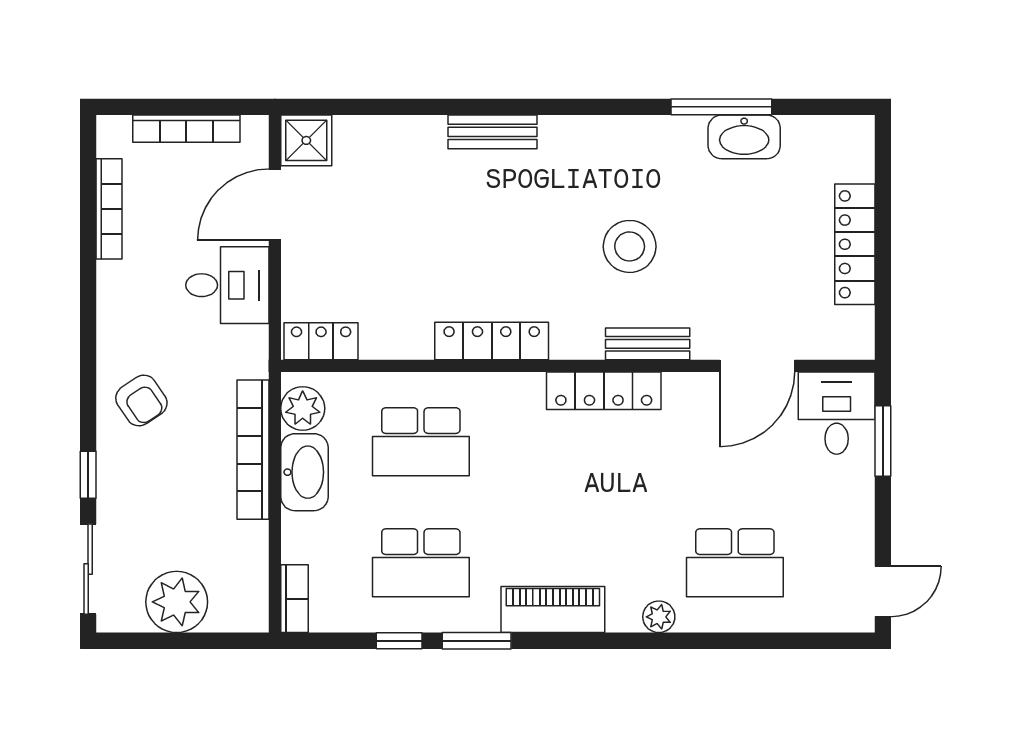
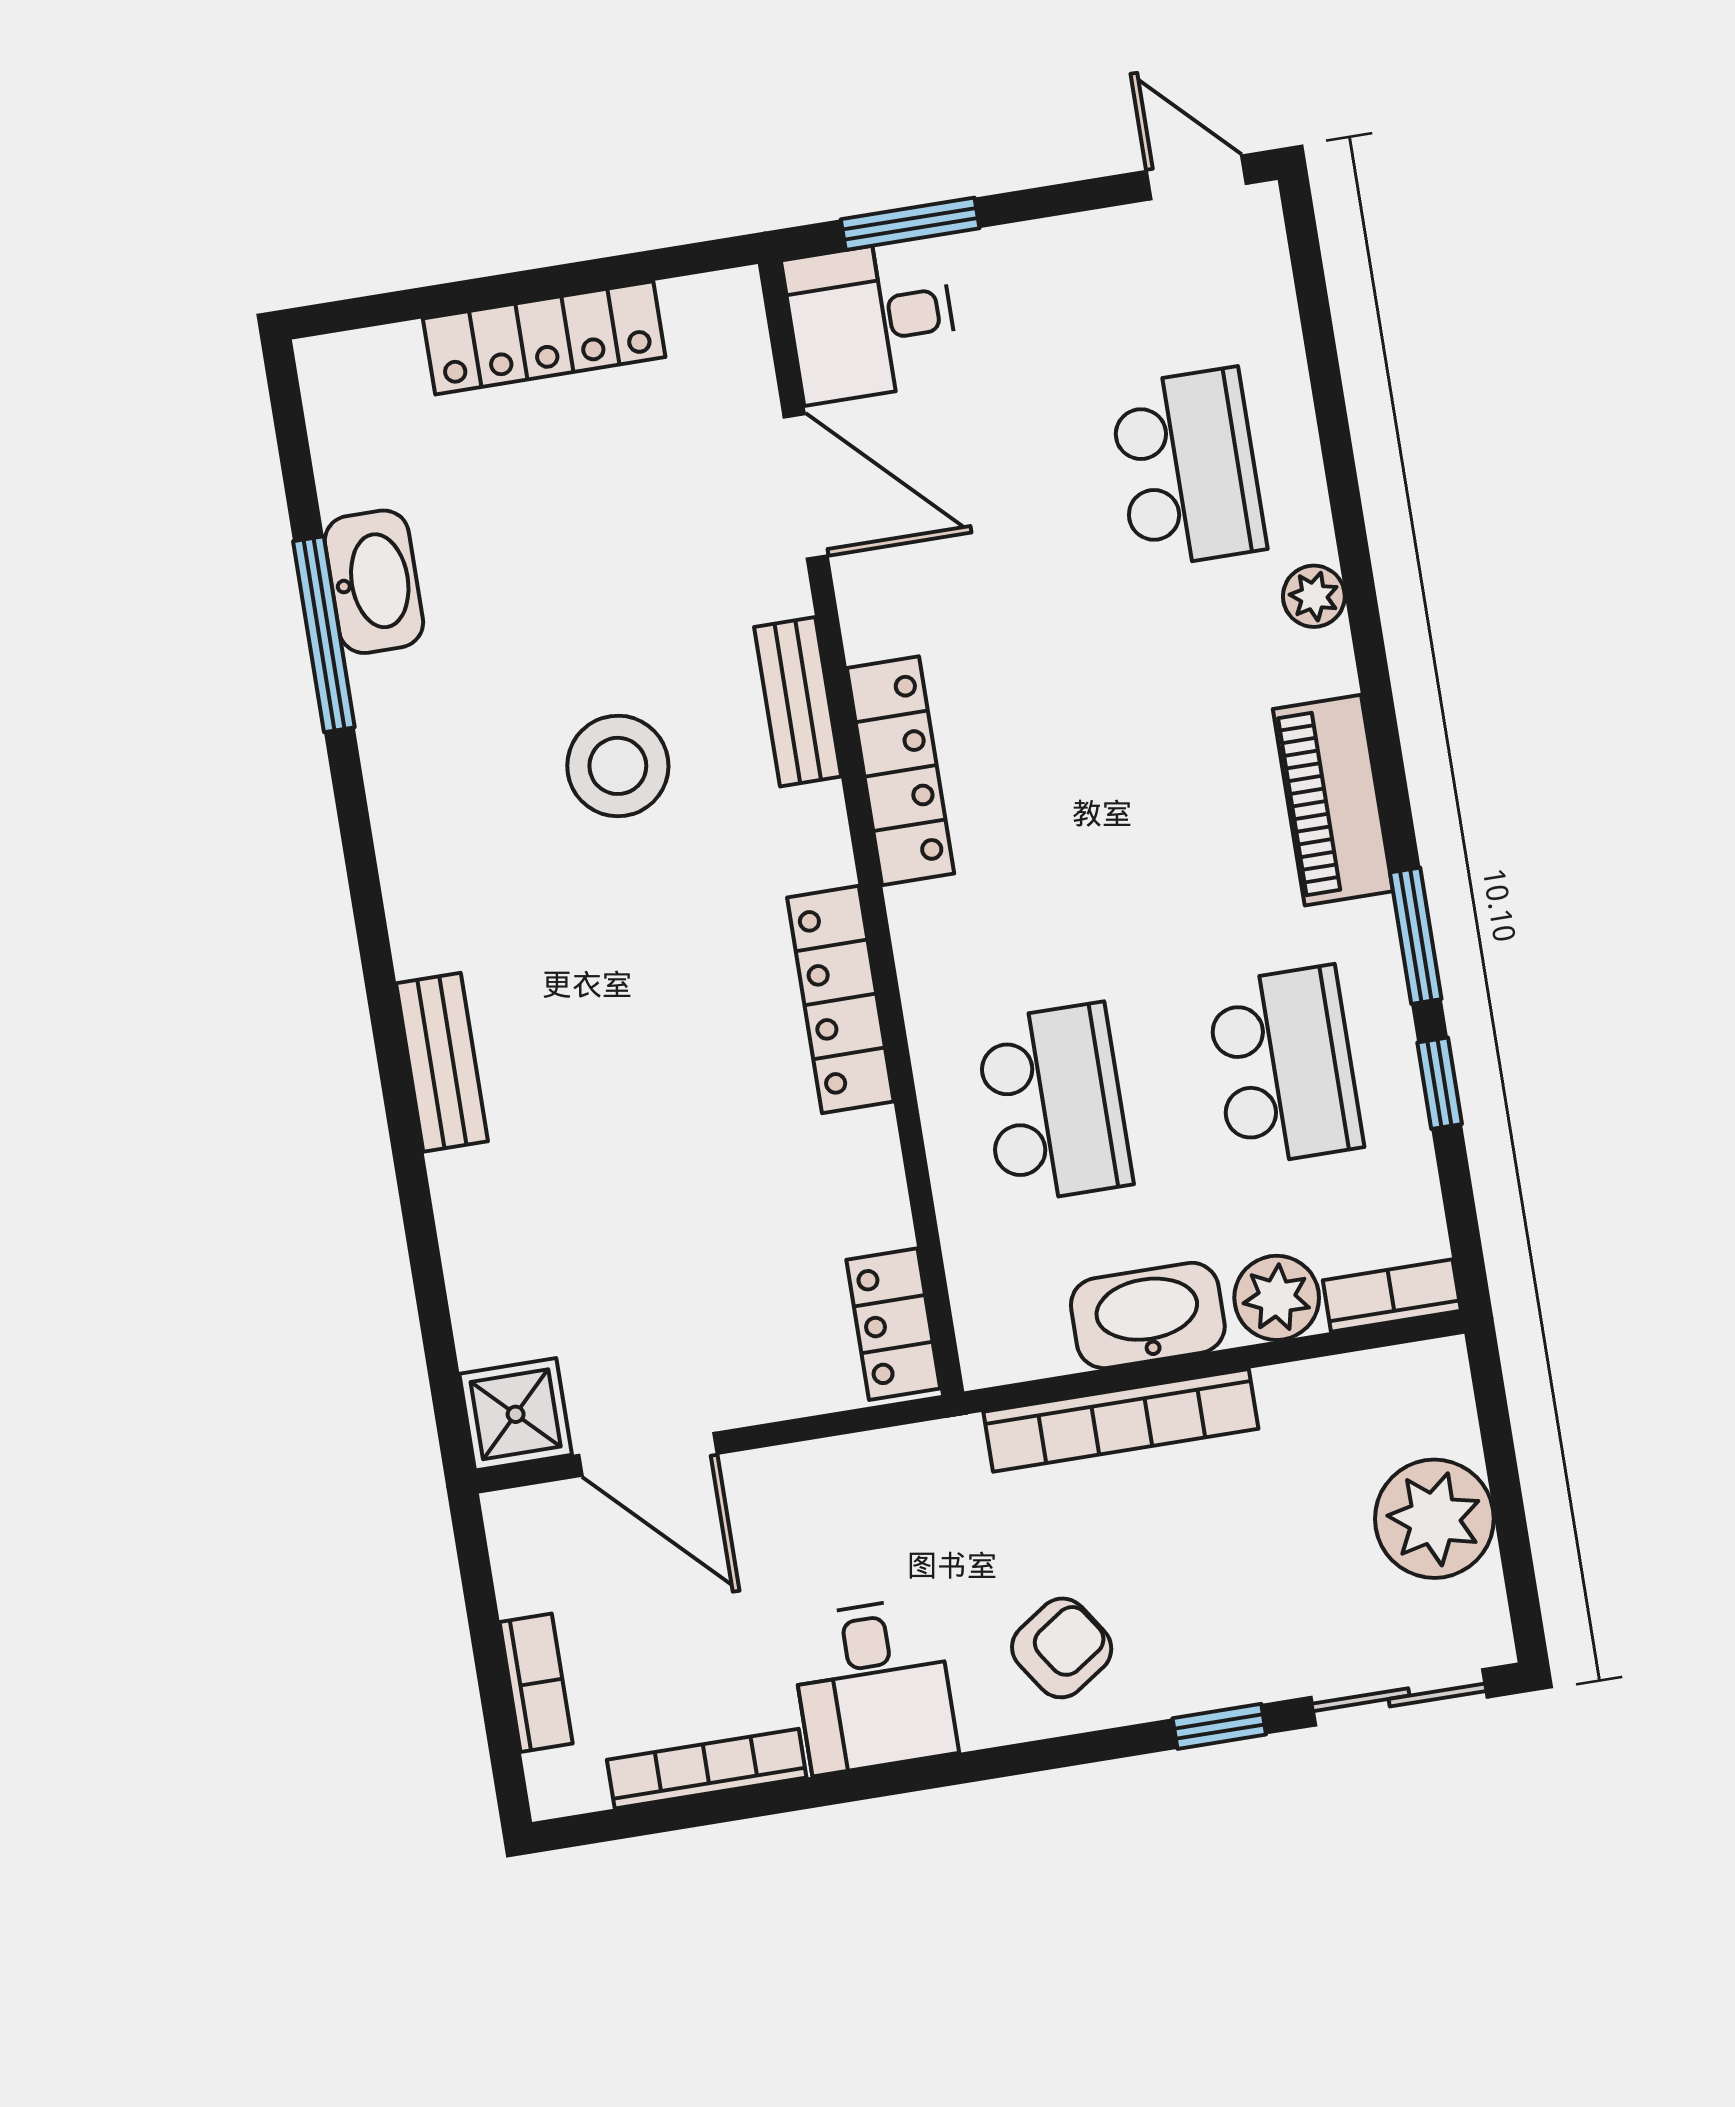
bookcase: (186, 129) -> (536, 1683), width x0.64
desk: (227, 285) -> (873, 1686), moved, turned 180
plant: (303, 408) -> (1277, 1298), moved

